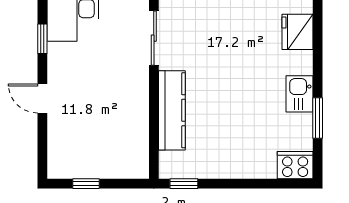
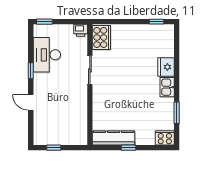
kitchen sink: (299, 94) -> (167, 87), moved
kitchen counter: (172, 110) -> (114, 138), moved, turned -90
window: (184, 184) -> (129, 148), moved

